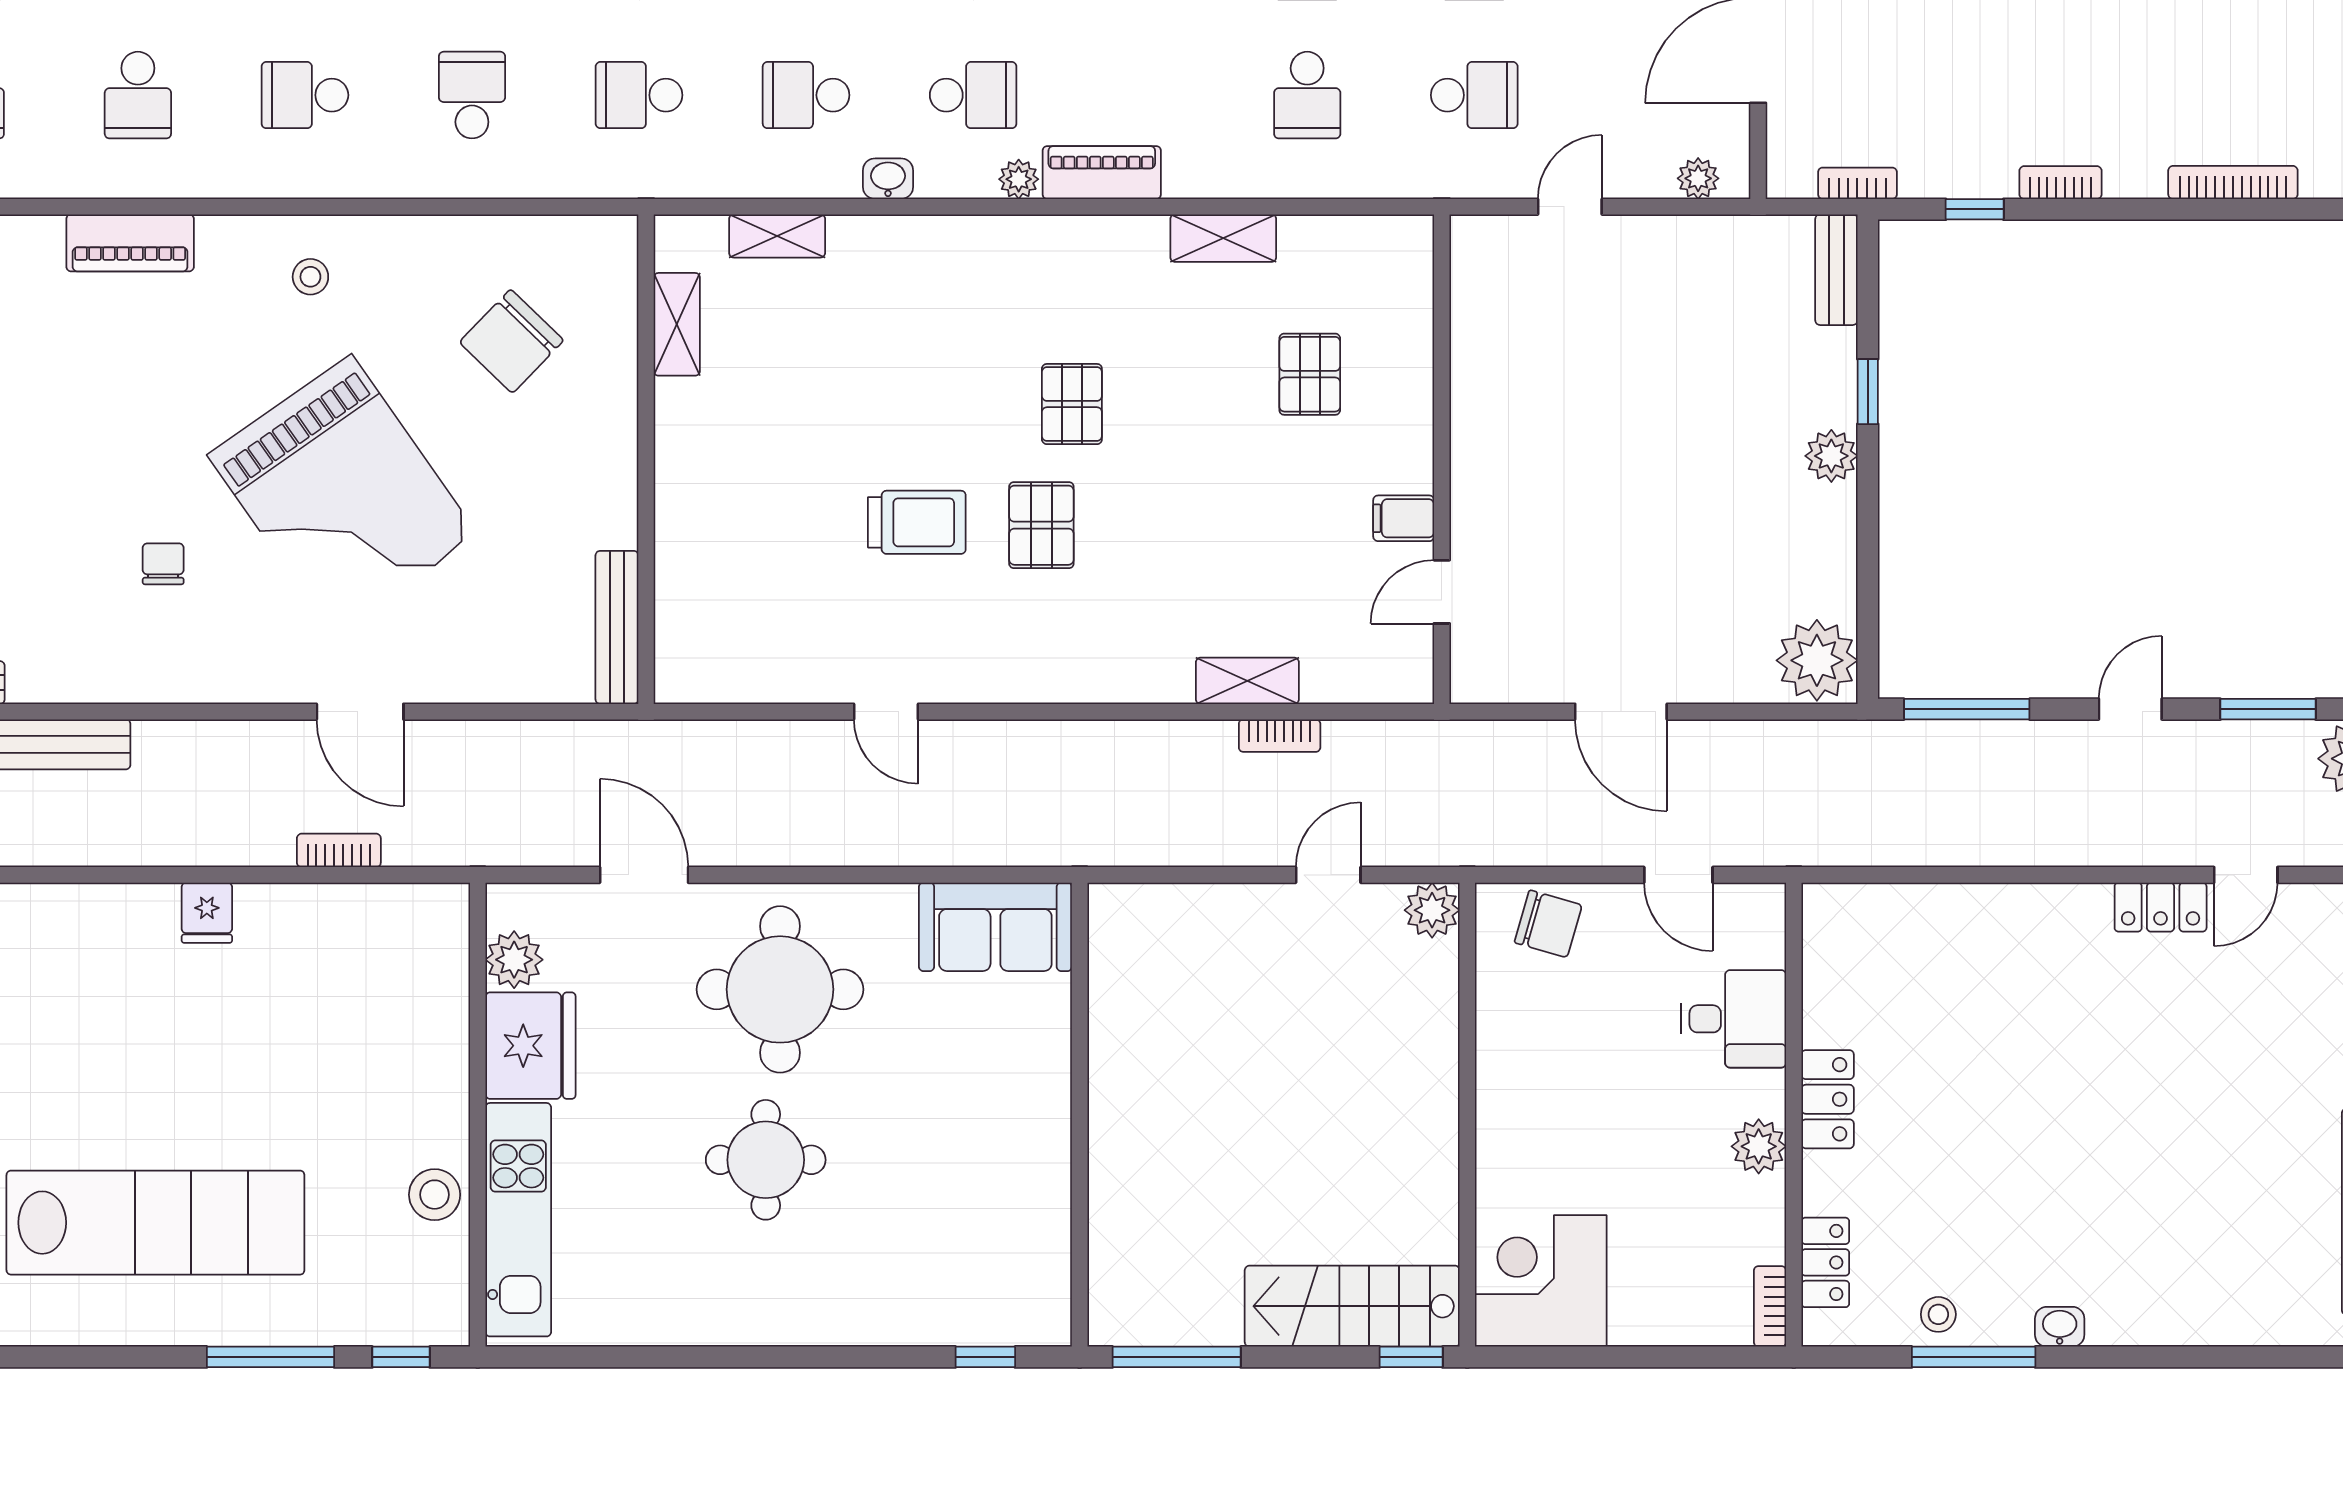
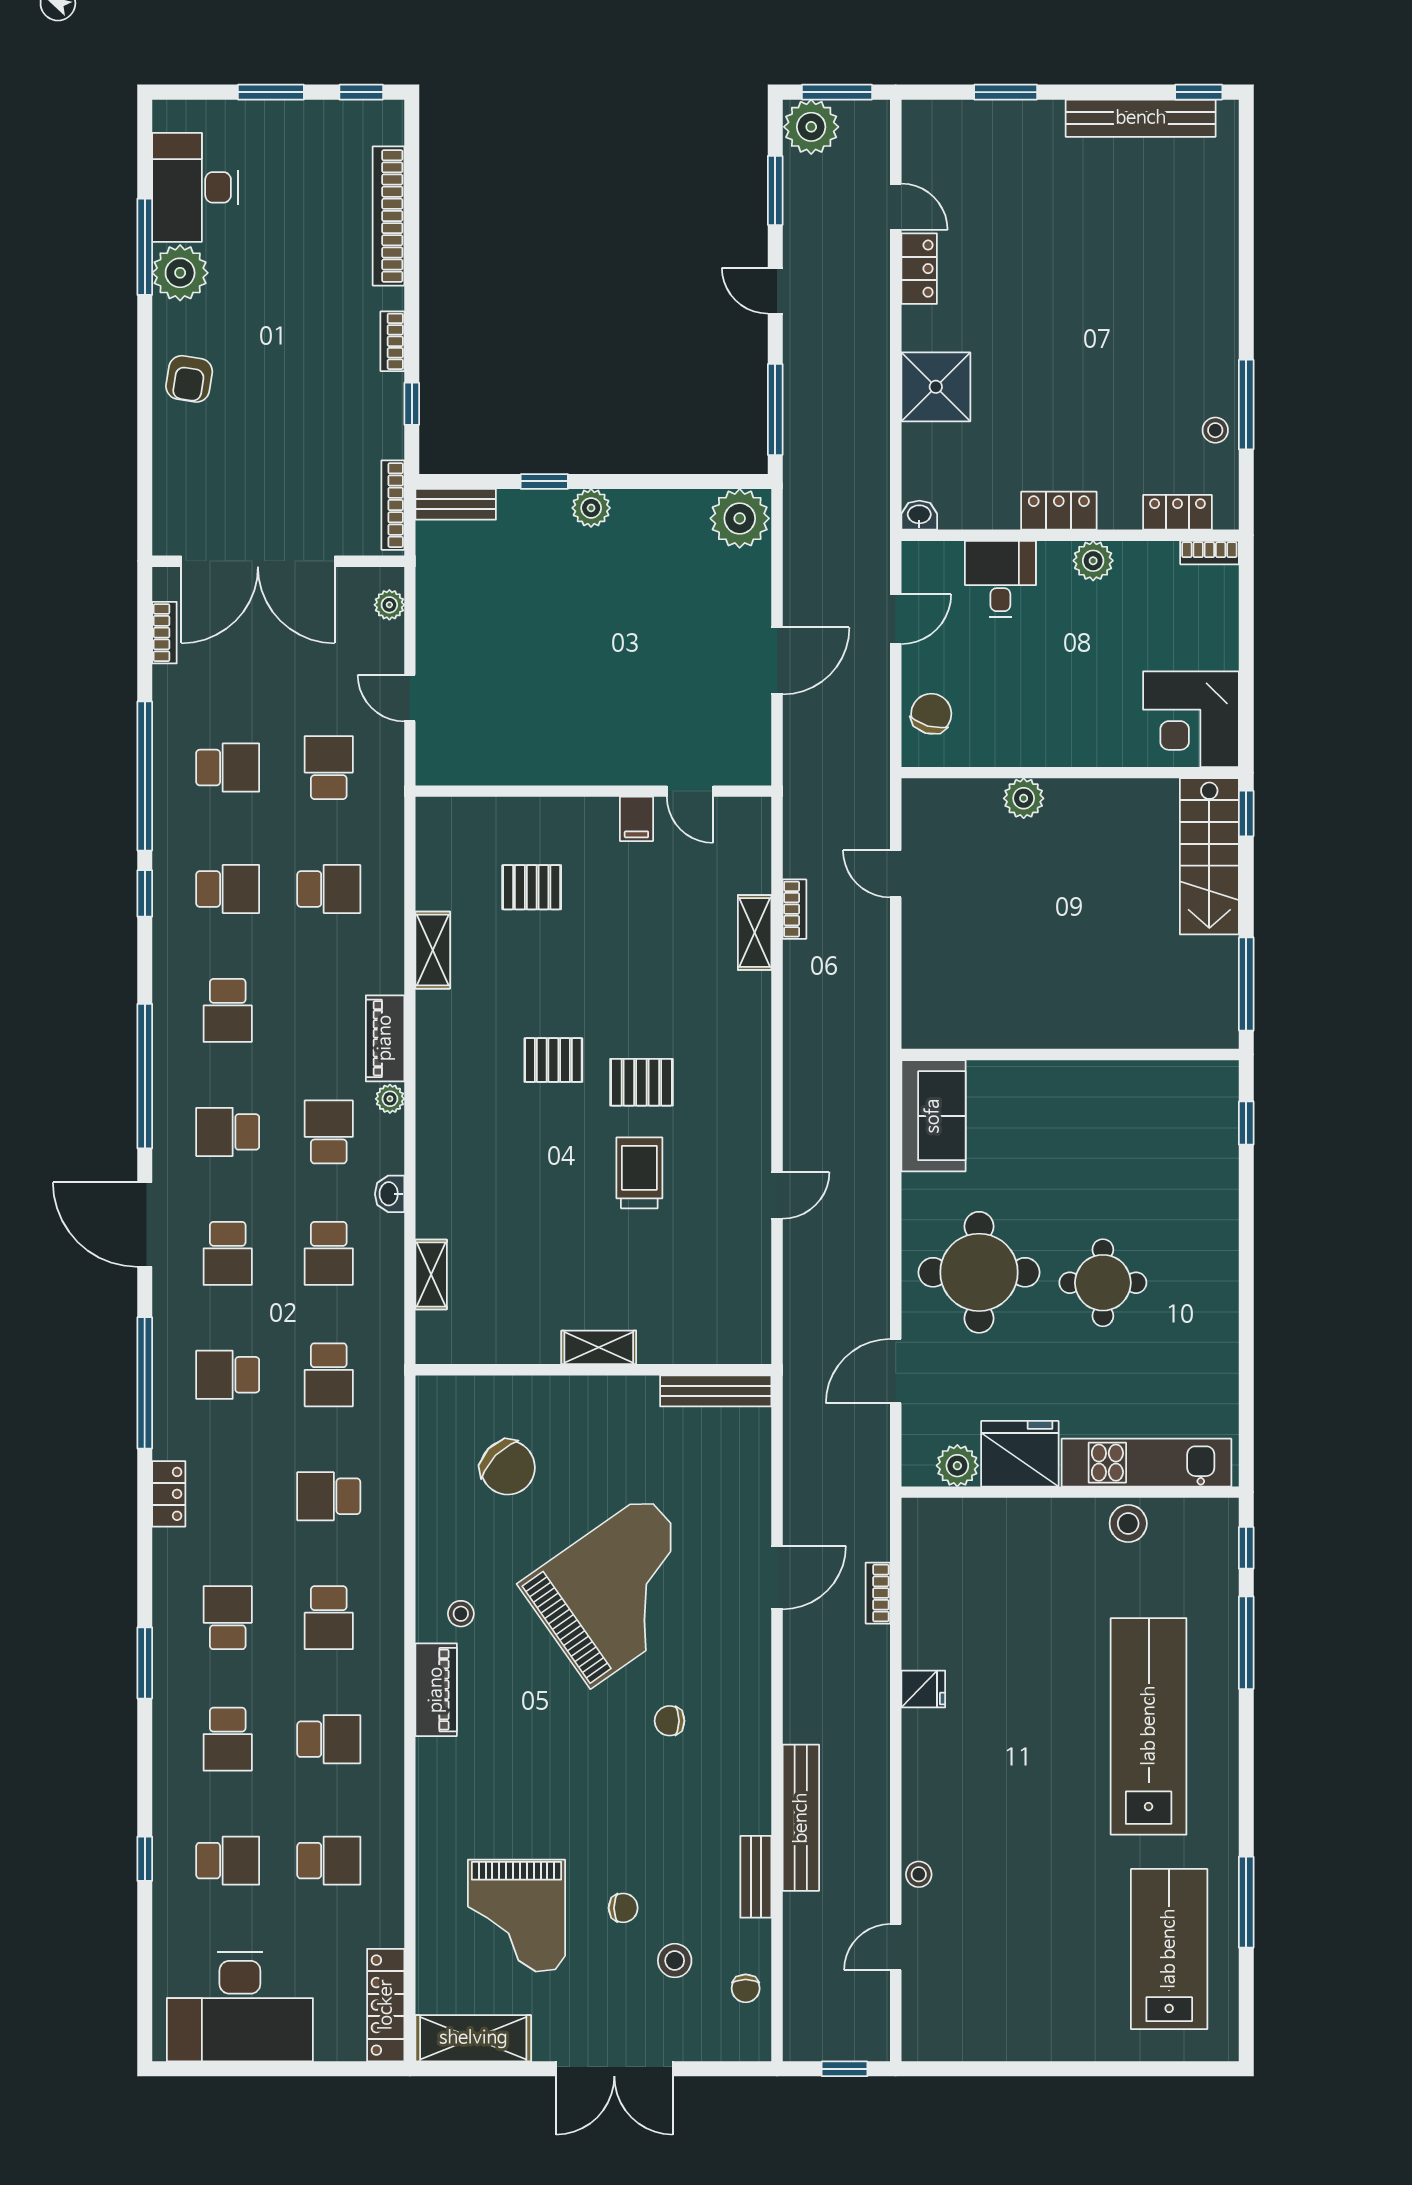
bookcase: (2233, 182) -> (389, 216), width x1.48, depth x1.31
bookcase: (1857, 183) -> (393, 505), width x1.56
piano: (130, 243) -> (436, 1690), moved
shelving: (677, 324) -> (599, 1347), moved
plant: (1432, 910) -> (1024, 798), moved
shower: (1998, 930) -> (936, 387), added
washbasin: (2060, 1327) -> (919, 515), moved, turned 90

